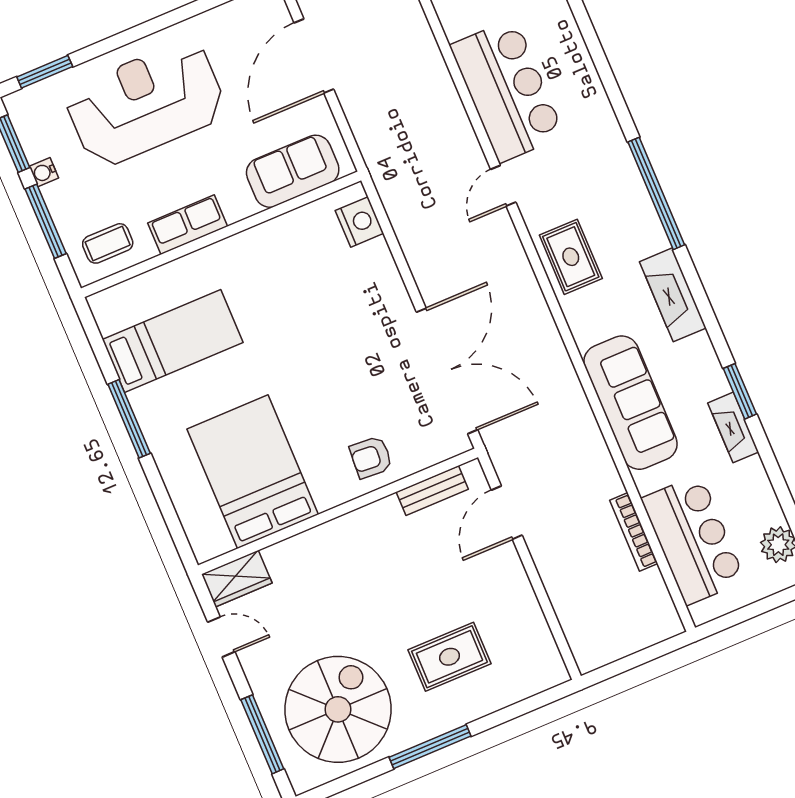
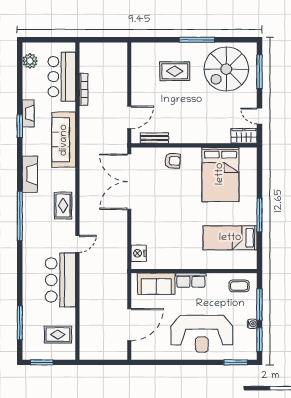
row of seats: (188, 225) -> (191, 280), moved

